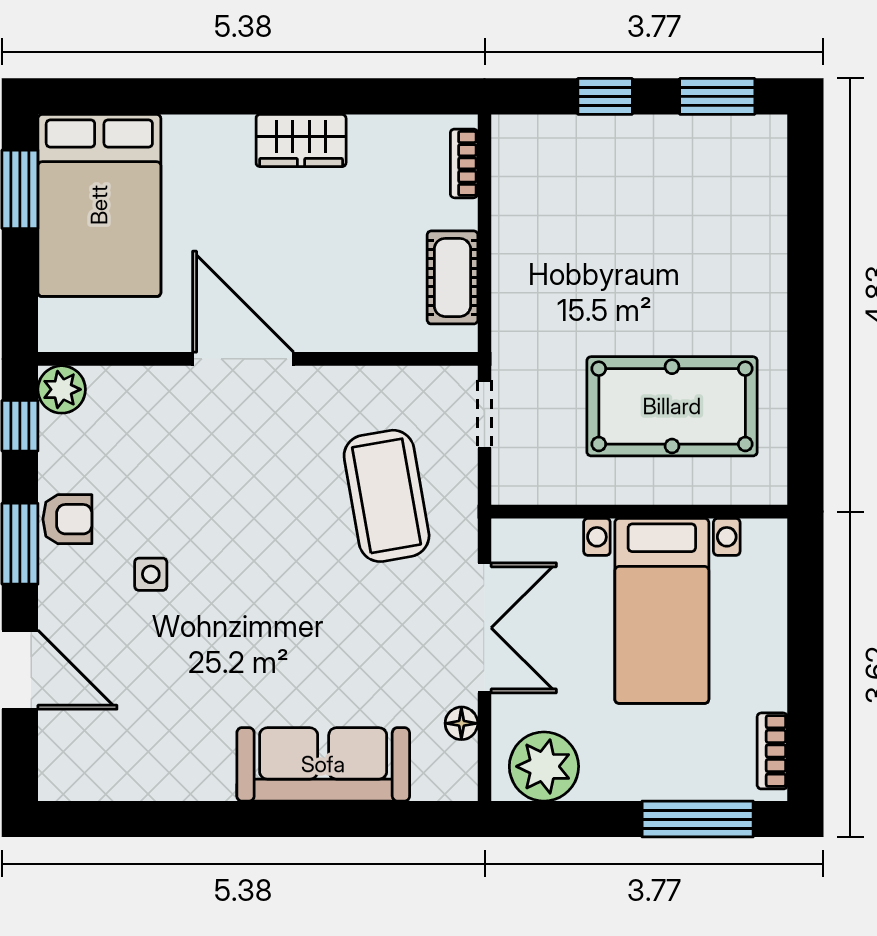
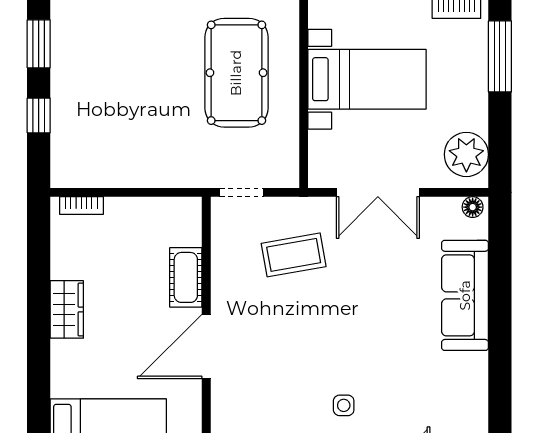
cot: (452, 277) -> (186, 277), moved, turned 90
coffee table: (387, 496) -> (294, 255), width x0.73, depth x0.76
double door: (484, 628) -> (378, 192), swing flipped
floor lamp: (461, 723) -> (473, 207), moved

